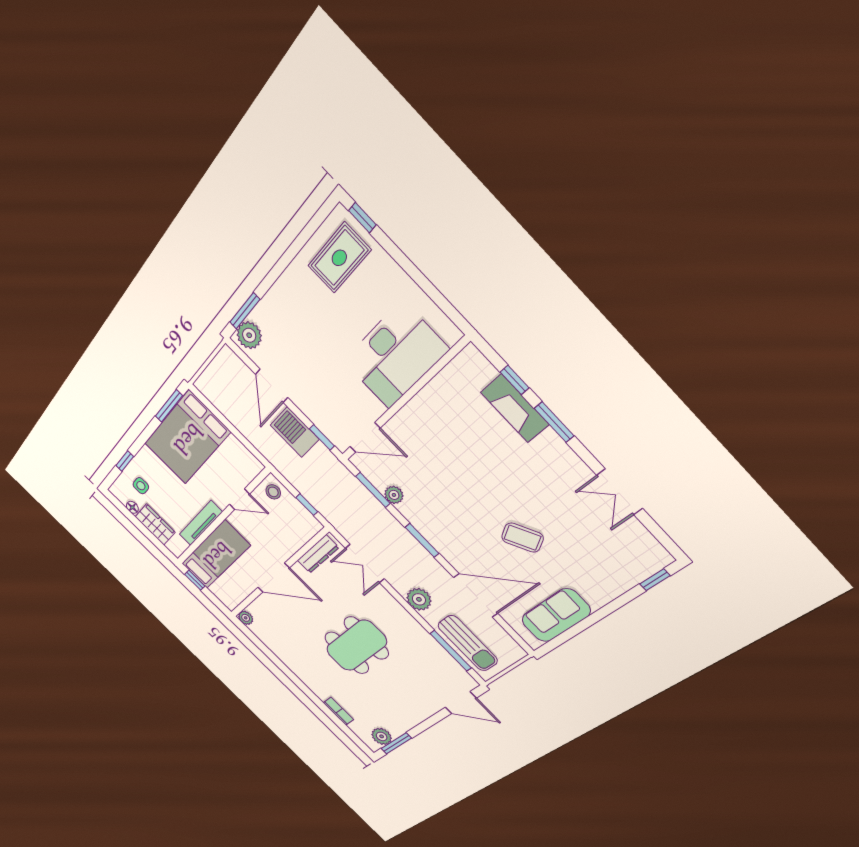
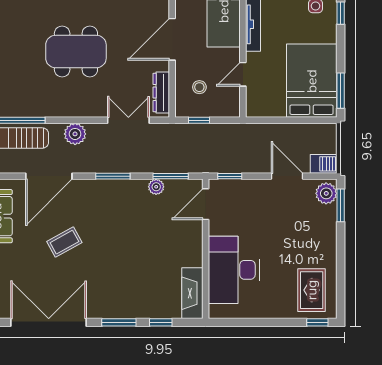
fireplace: (515, 408) -> (192, 293), moved, turned -90
barbecue: (295, 432) -> (324, 164), moved, width x0.73, depth x0.79
stool: (273, 492) -> (199, 87), moved
double door: (620, 492) -> (49, 322), width x1.87
dining table: (356, 646) -> (76, 52), turned 90

